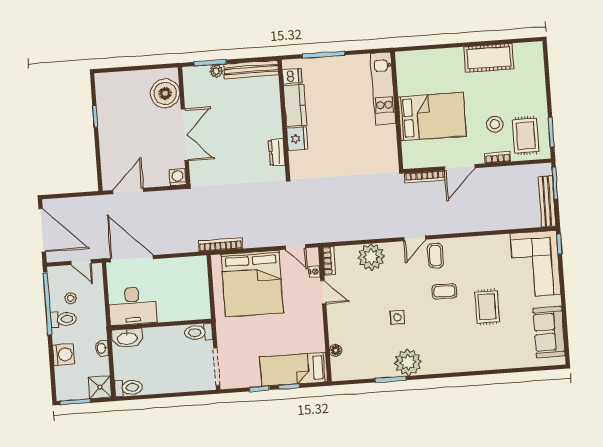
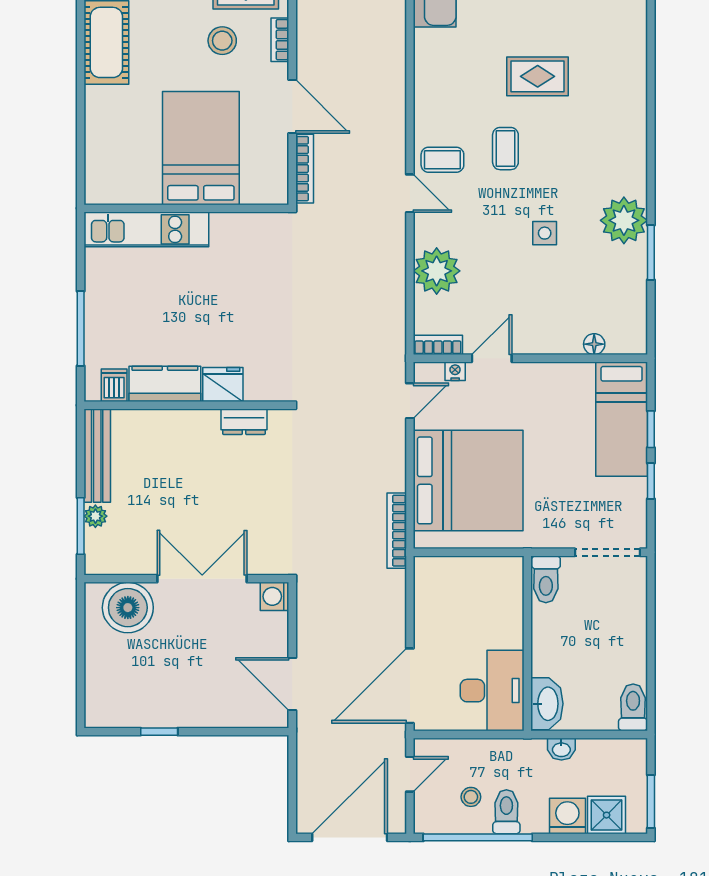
shower: (100, 387) -> (607, 815), moved

